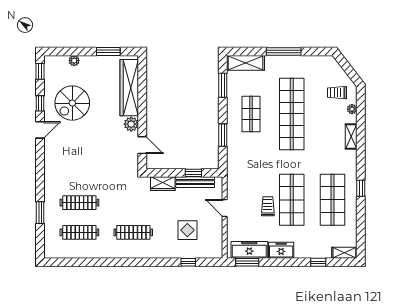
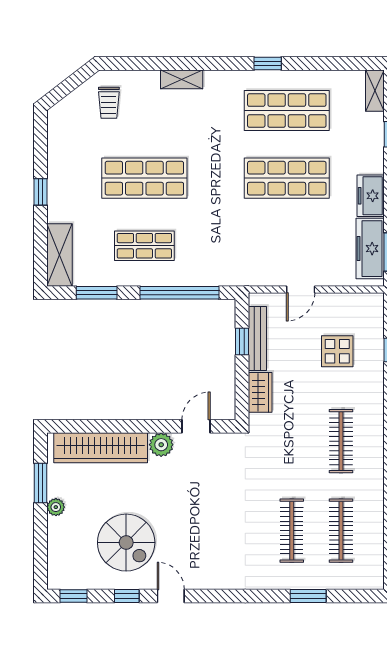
window: (284, 51) -> (41, 192), width x0.46
plant: (74, 61) -> (56, 507), moved
plant: (352, 109) -> (136, 78), removed
shop shelf: (292, 114) -> (144, 178), width x0.71
window: (223, 135) -> (180, 293), width x2.11
trolley: (268, 206) -> (298, 218), removed

